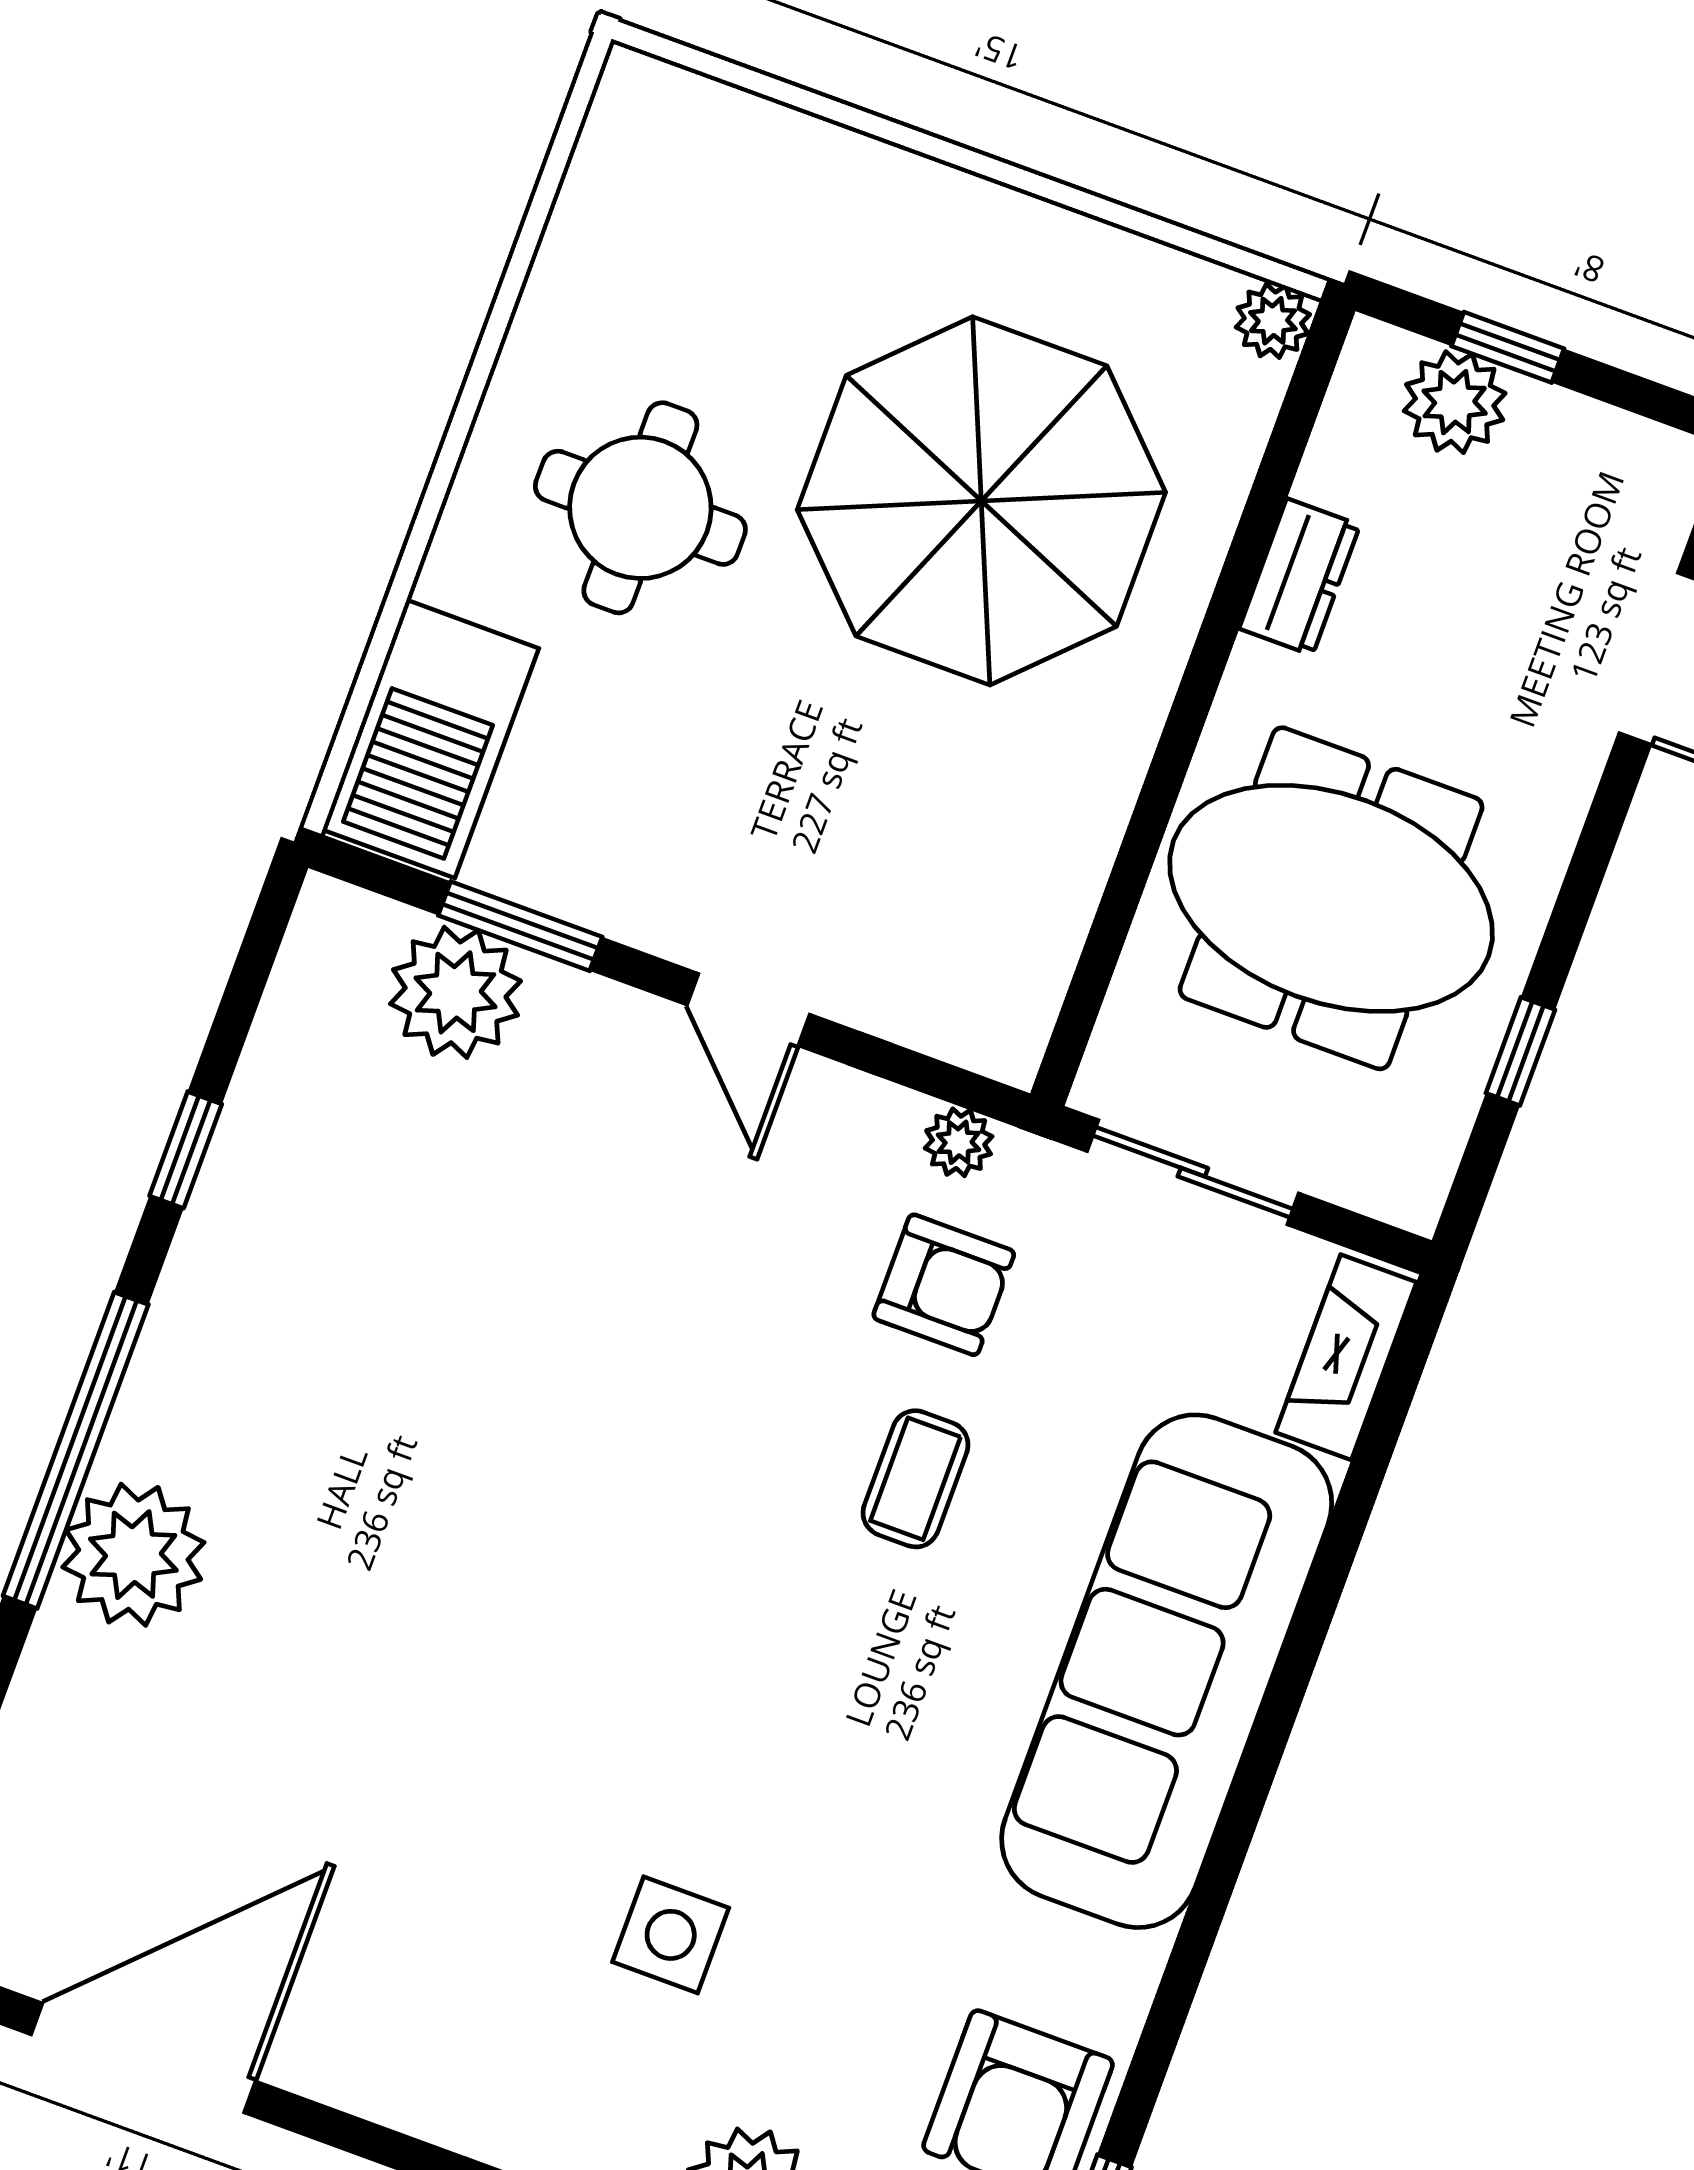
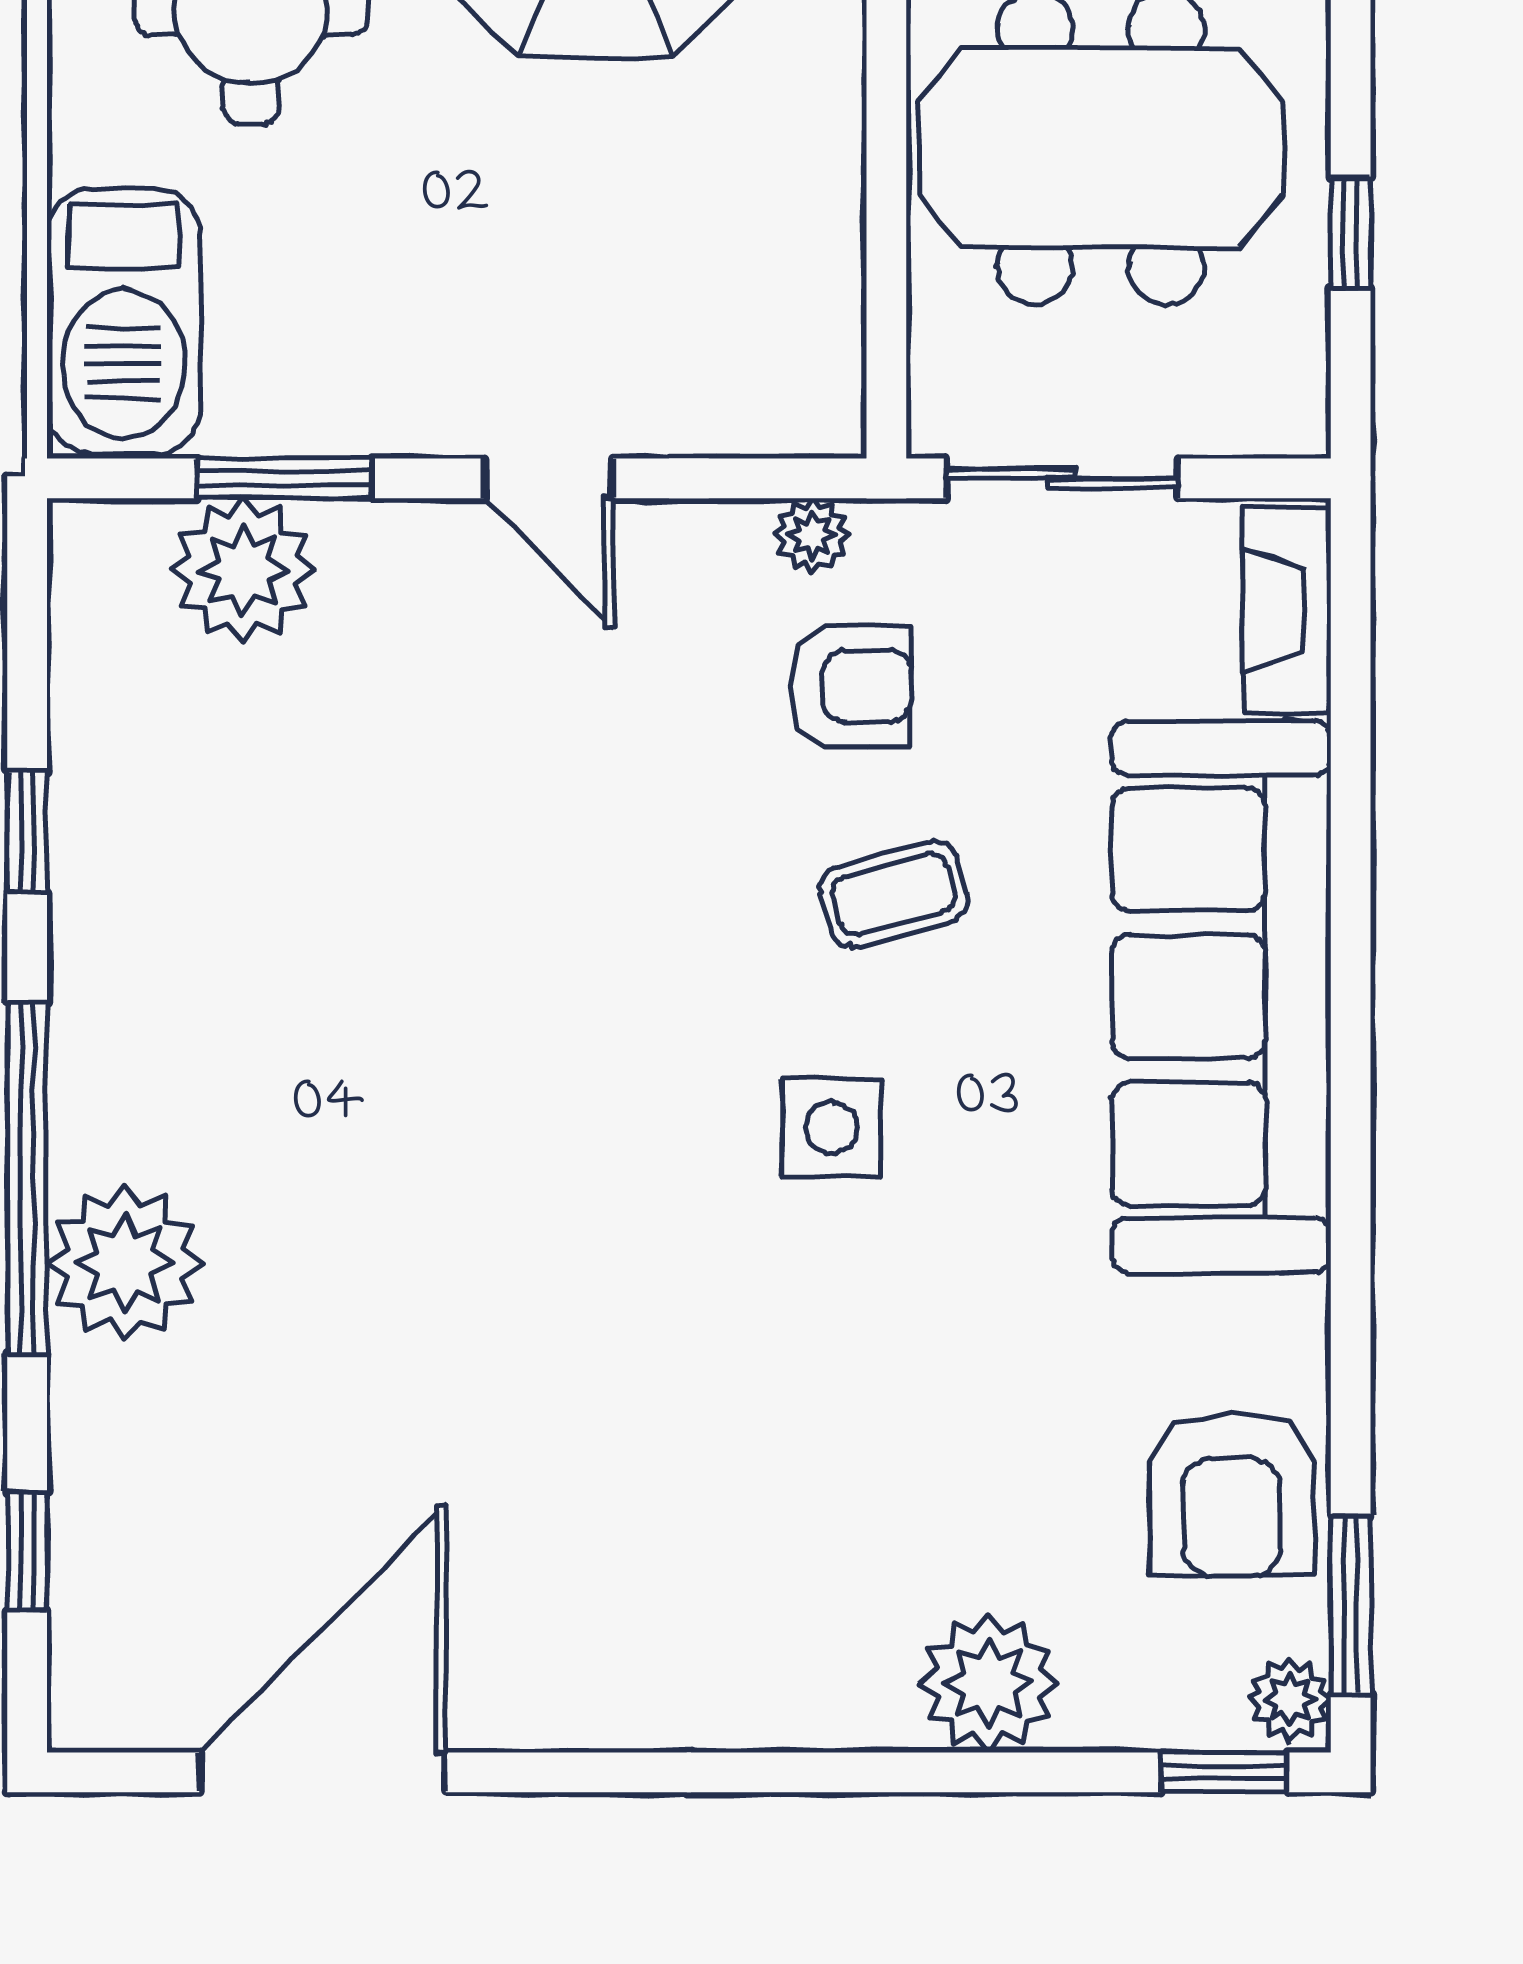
coffee table: (916, 1479) -> (894, 894), turned 75
side table: (671, 1935) -> (832, 1128), moved

